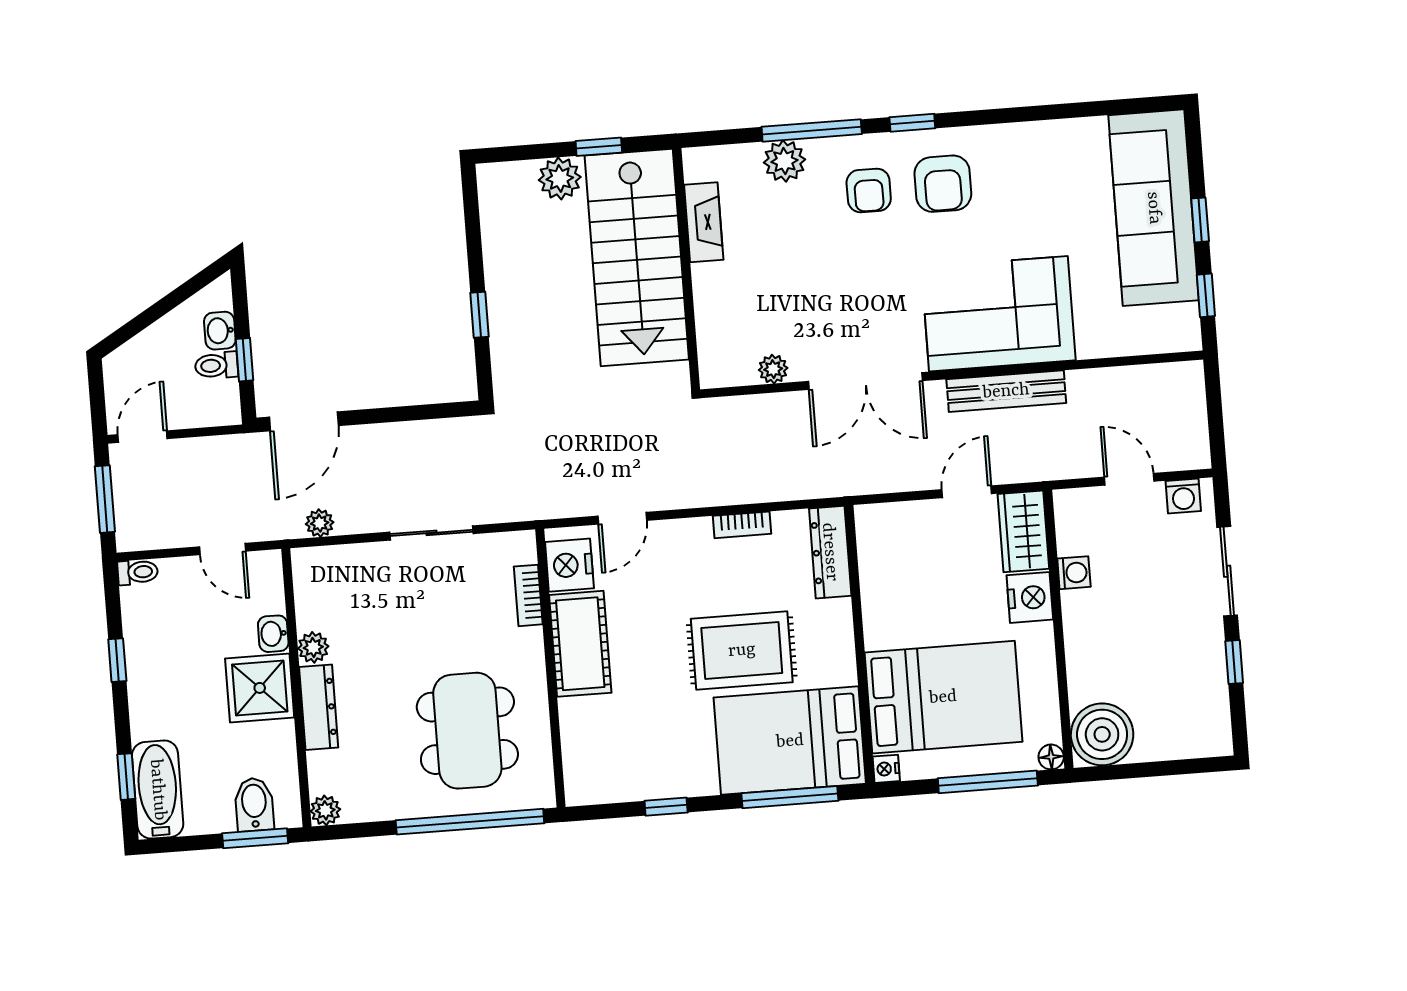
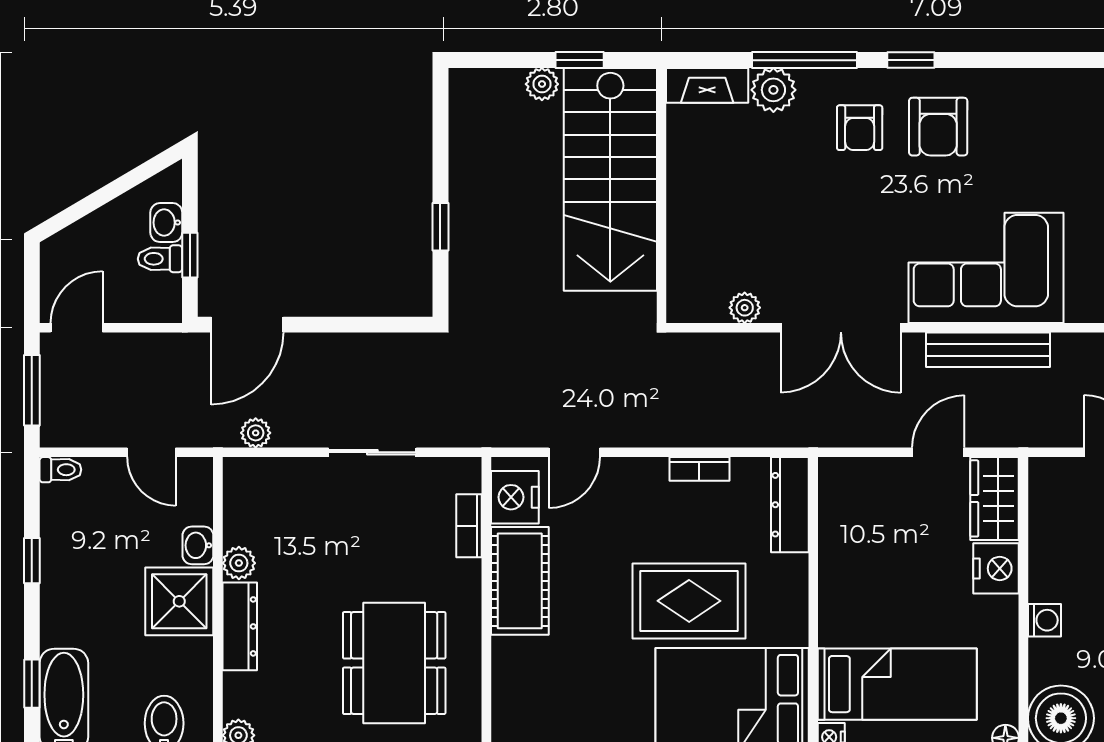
plant: (560, 178) -> (542, 84), width x0.73, depth x0.73
fireplace: (704, 222) -> (707, 85), moved, turned 90
washing machine: (1074, 573) -> (1044, 620), moved
bed: (943, 697) -> (897, 684), width x0.67

